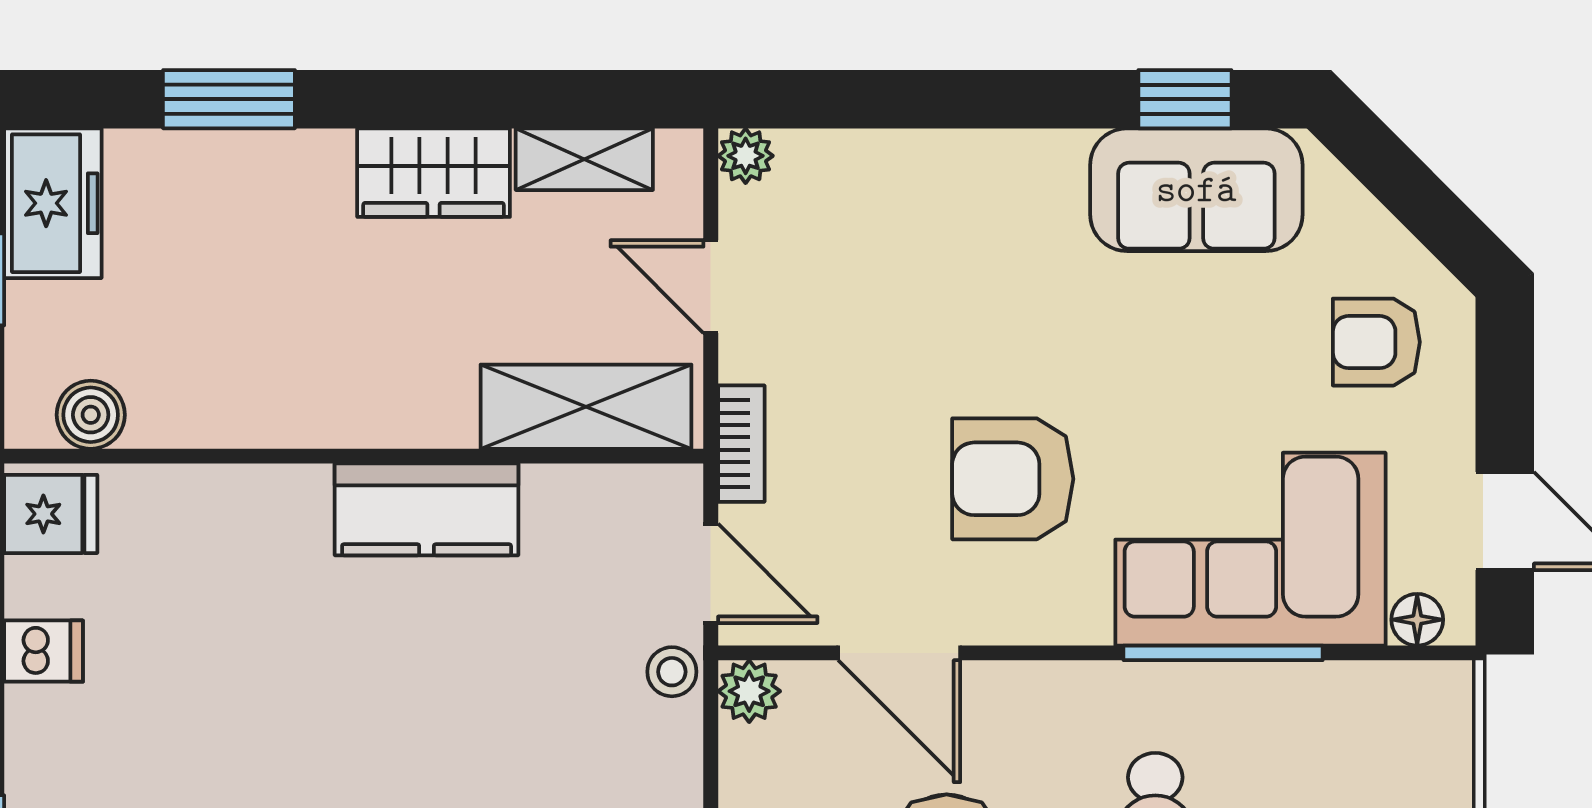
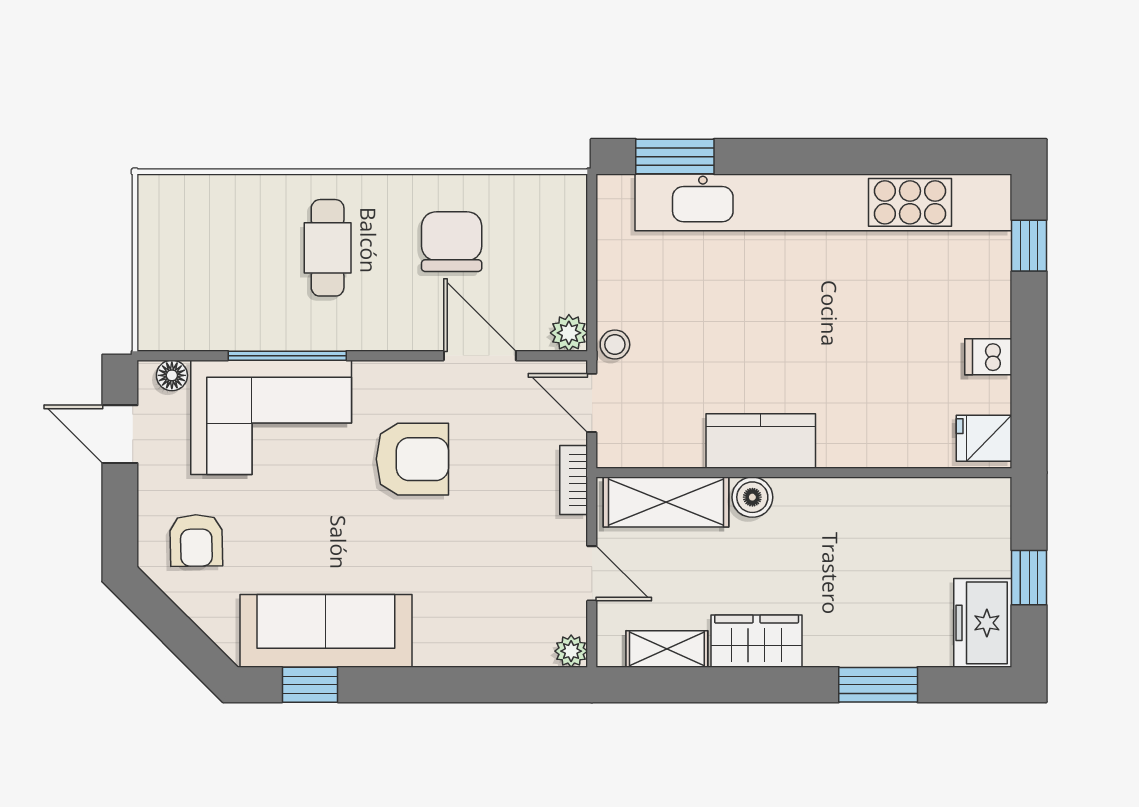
sofa: (1196, 190) -> (326, 631), width x1.36
armchair: (1376, 342) -> (196, 540), turned 89
boiler: (91, 415) -> (752, 497), moved

